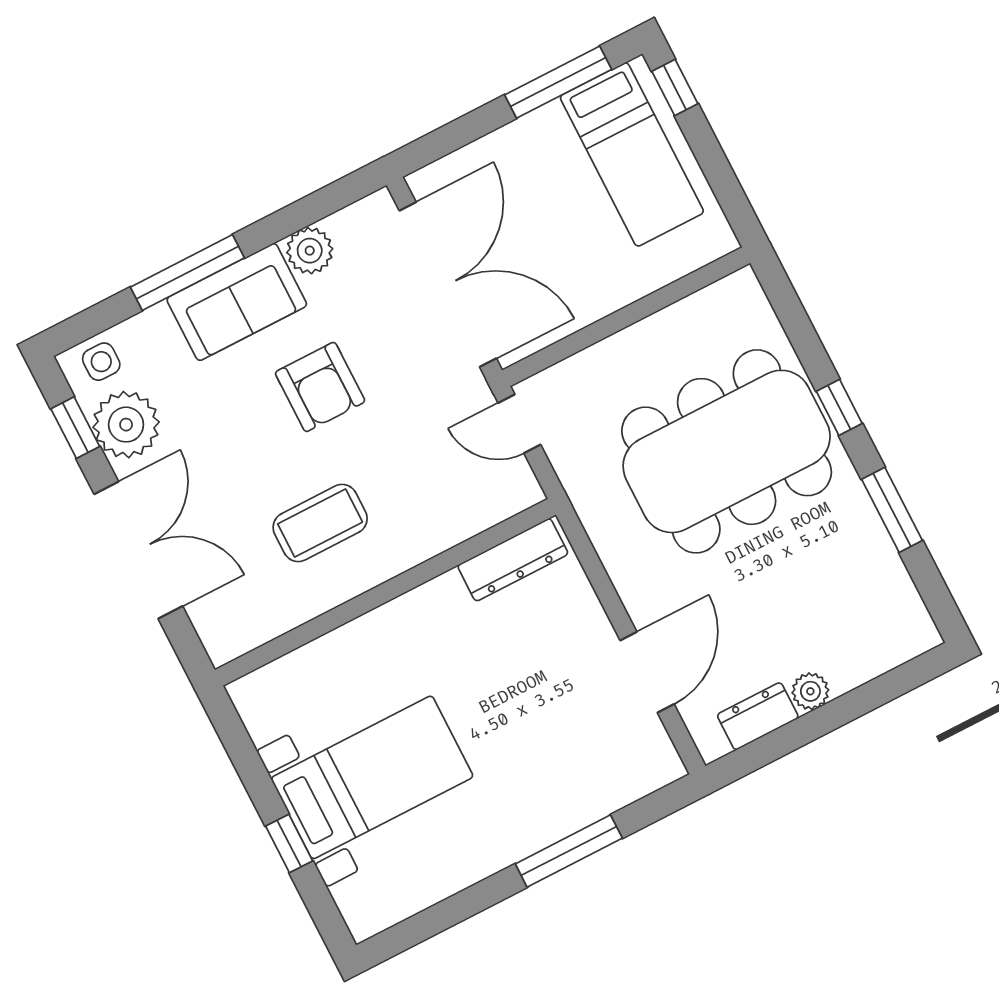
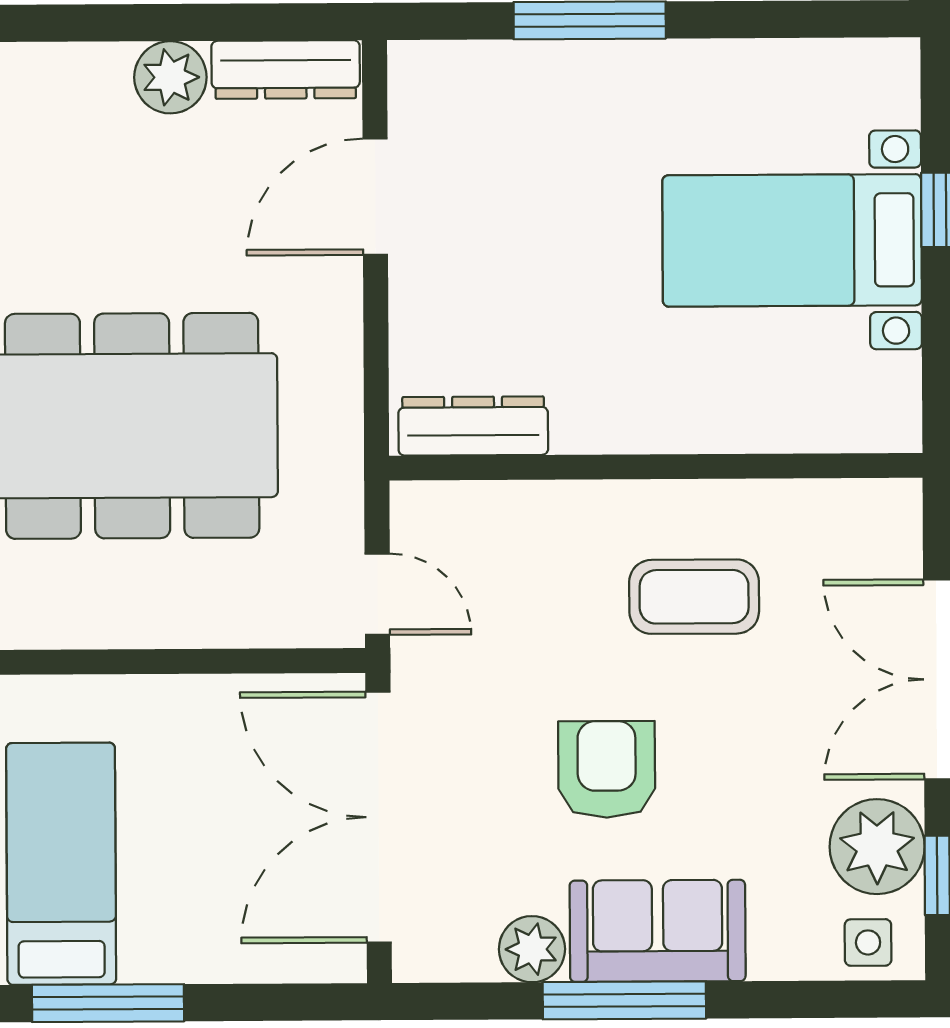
window: (187, 273) -> (624, 1000), moved
plant: (810, 691) -> (170, 77), width x1.38, depth x1.38
dresser: (758, 716) -> (286, 70), width x1.44

